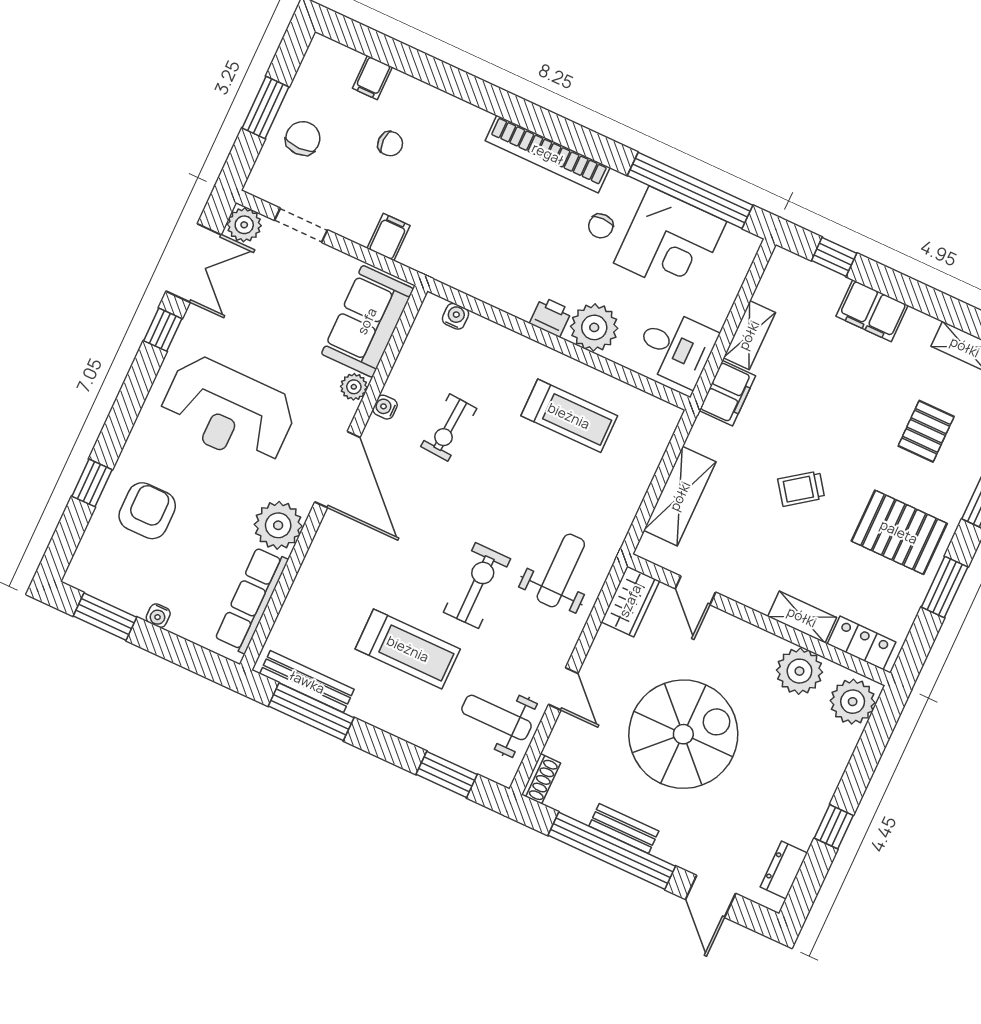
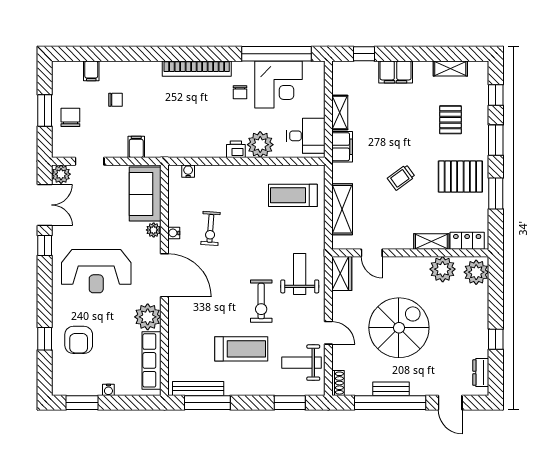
treadmill: (569, 416) -> (293, 195), moved, turned 180
armchair: (147, 511) -> (79, 340), turned 180
exercise bike: (477, 586) -> (261, 301), turned 180

